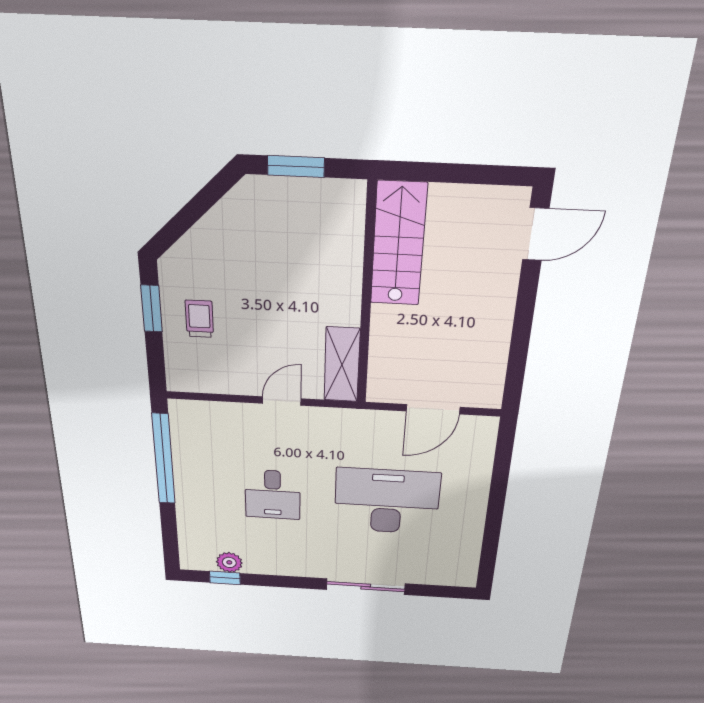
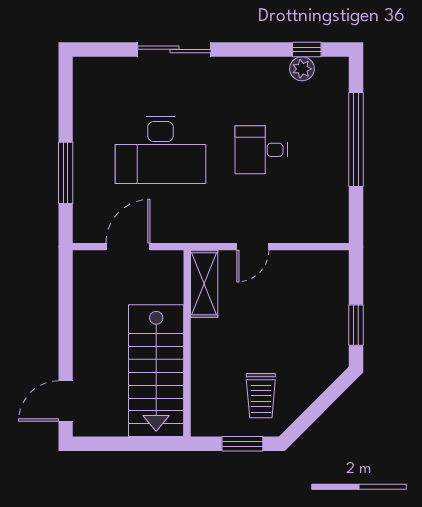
stairs: (398, 244) -> (156, 371), width x1.36, depth x1.51
trolley: (199, 319) -> (261, 396), moved, width x1.36, depth x1.39
window: (164, 459) -> (356, 139), moved
window: (499, 486) -> (66, 173), added
desk: (273, 495) -> (261, 150), turned -90

